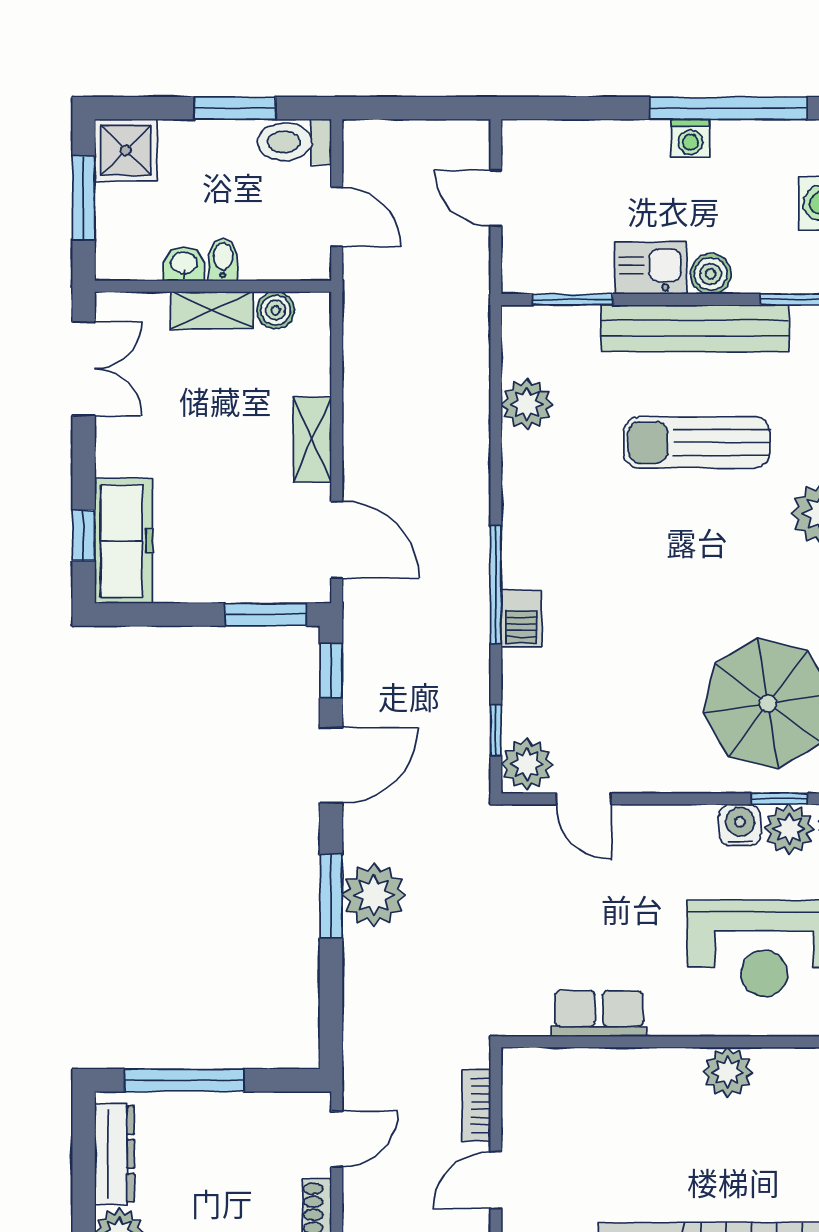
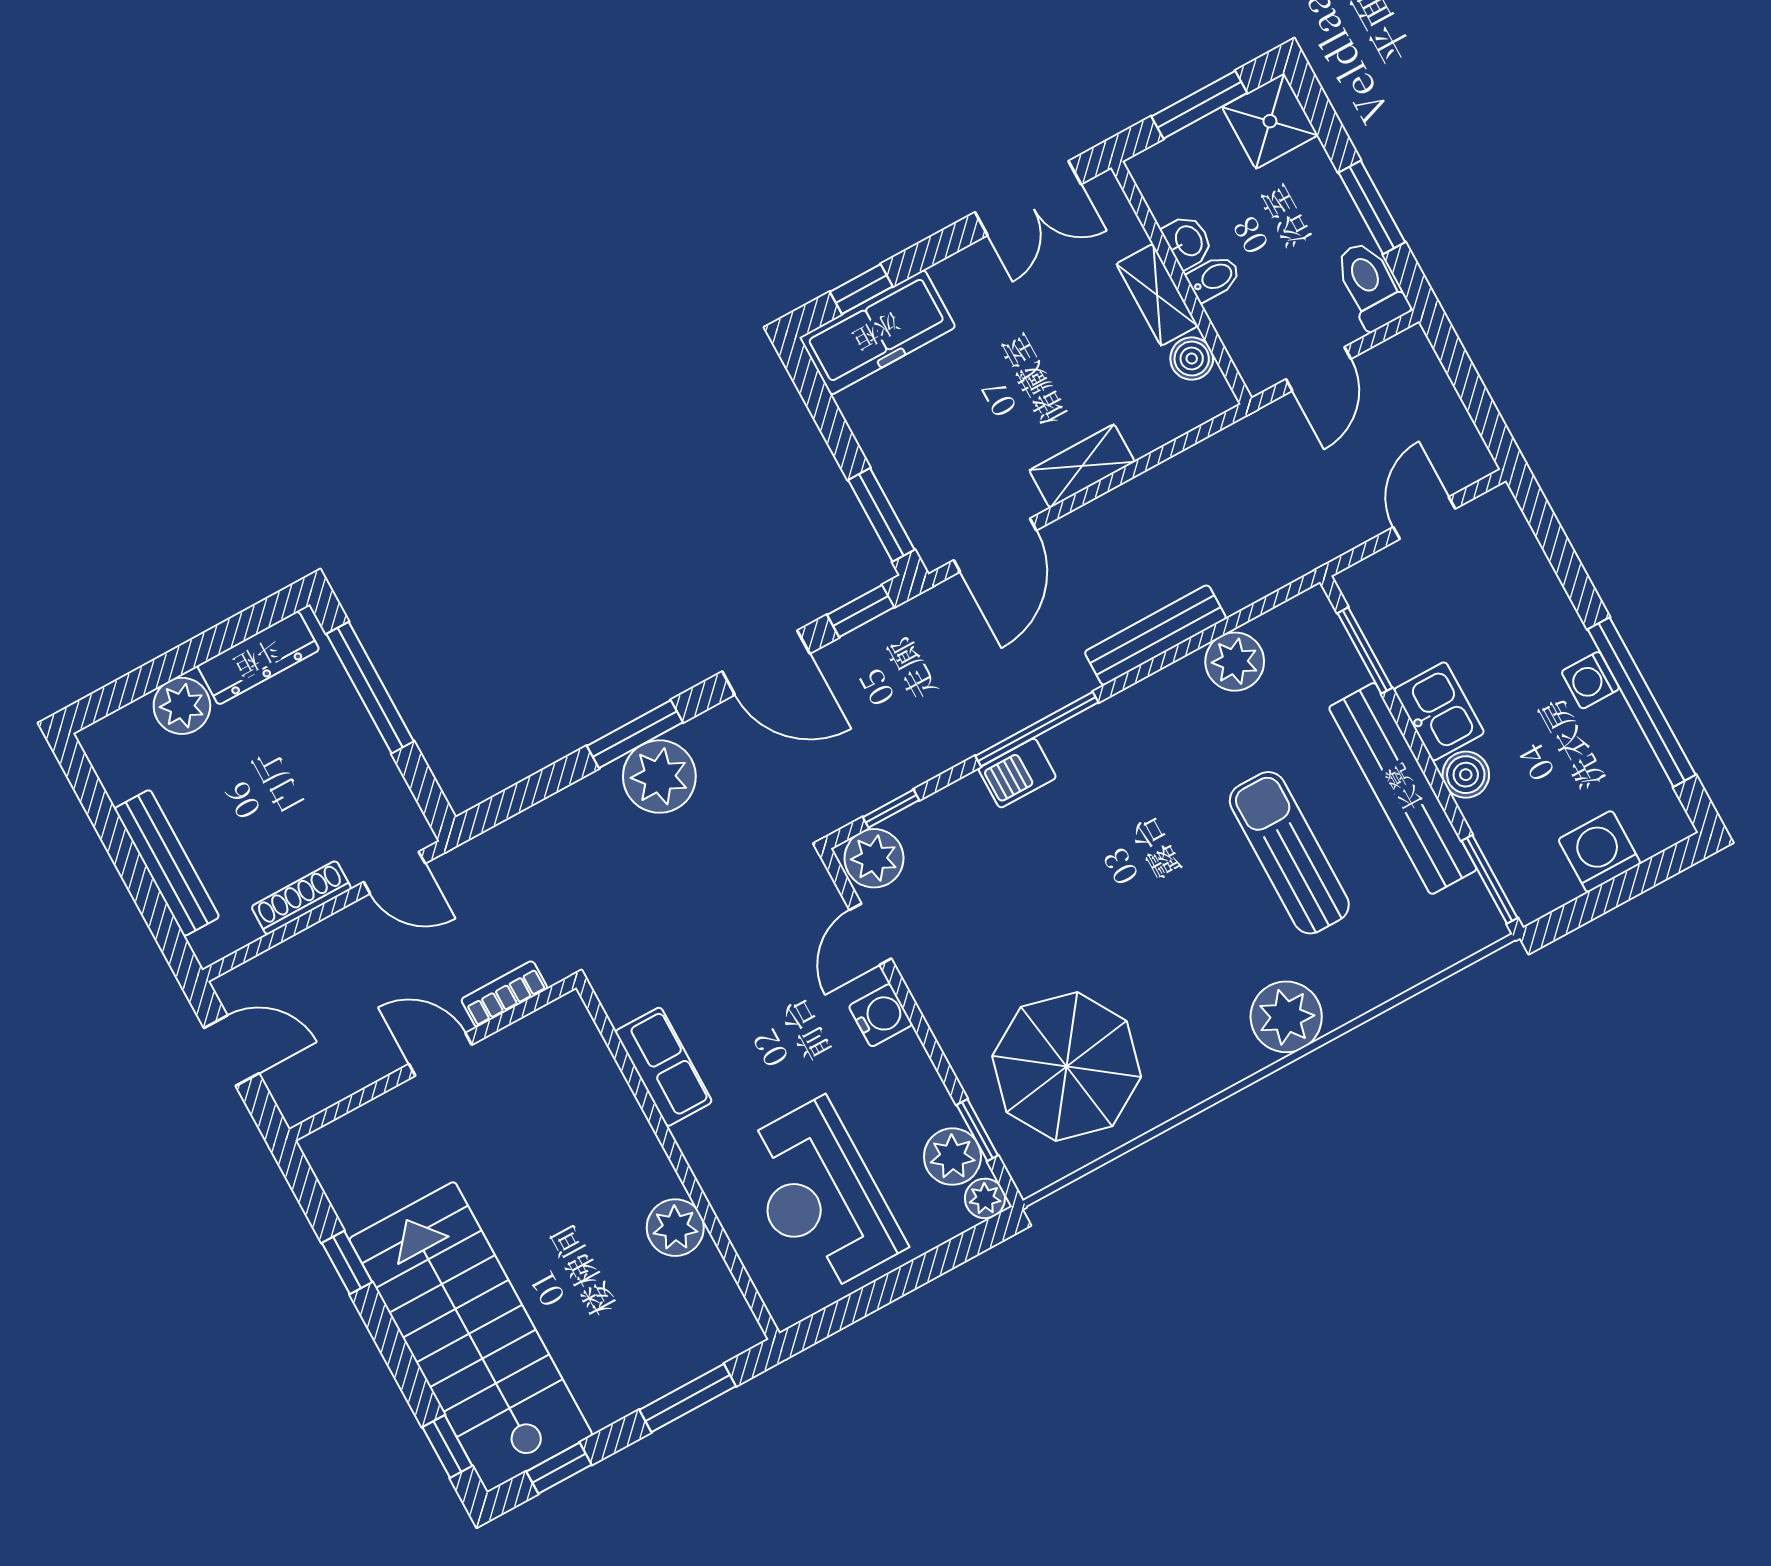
bench: (473, 454) -> (1155, 635), added
water cooler: (740, 825) -> (881, 1015), moved

